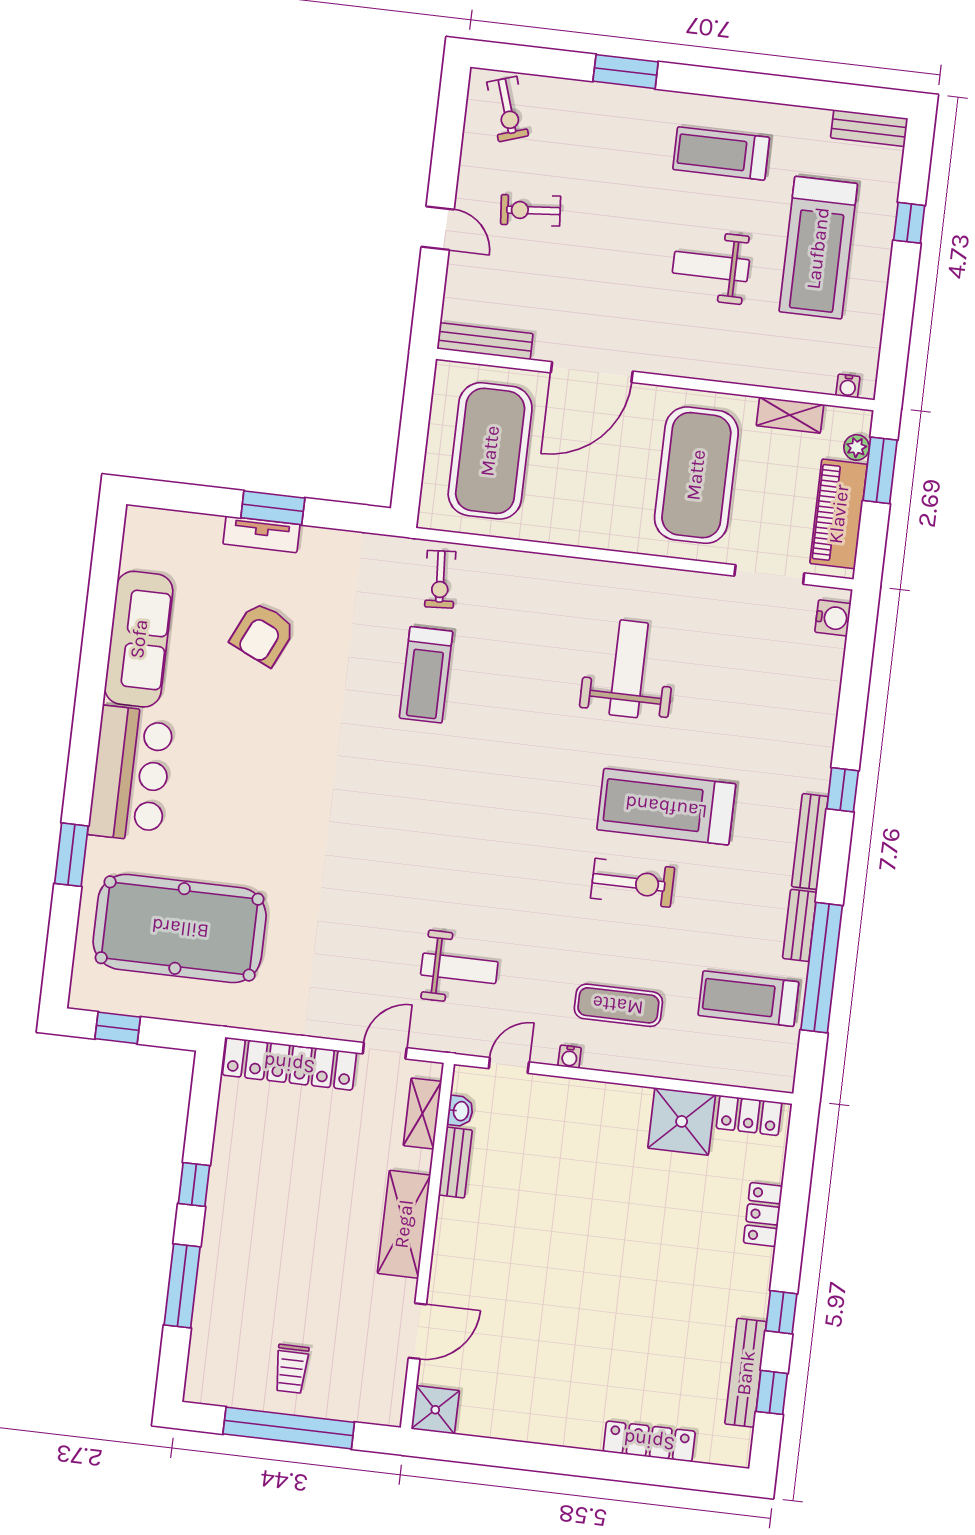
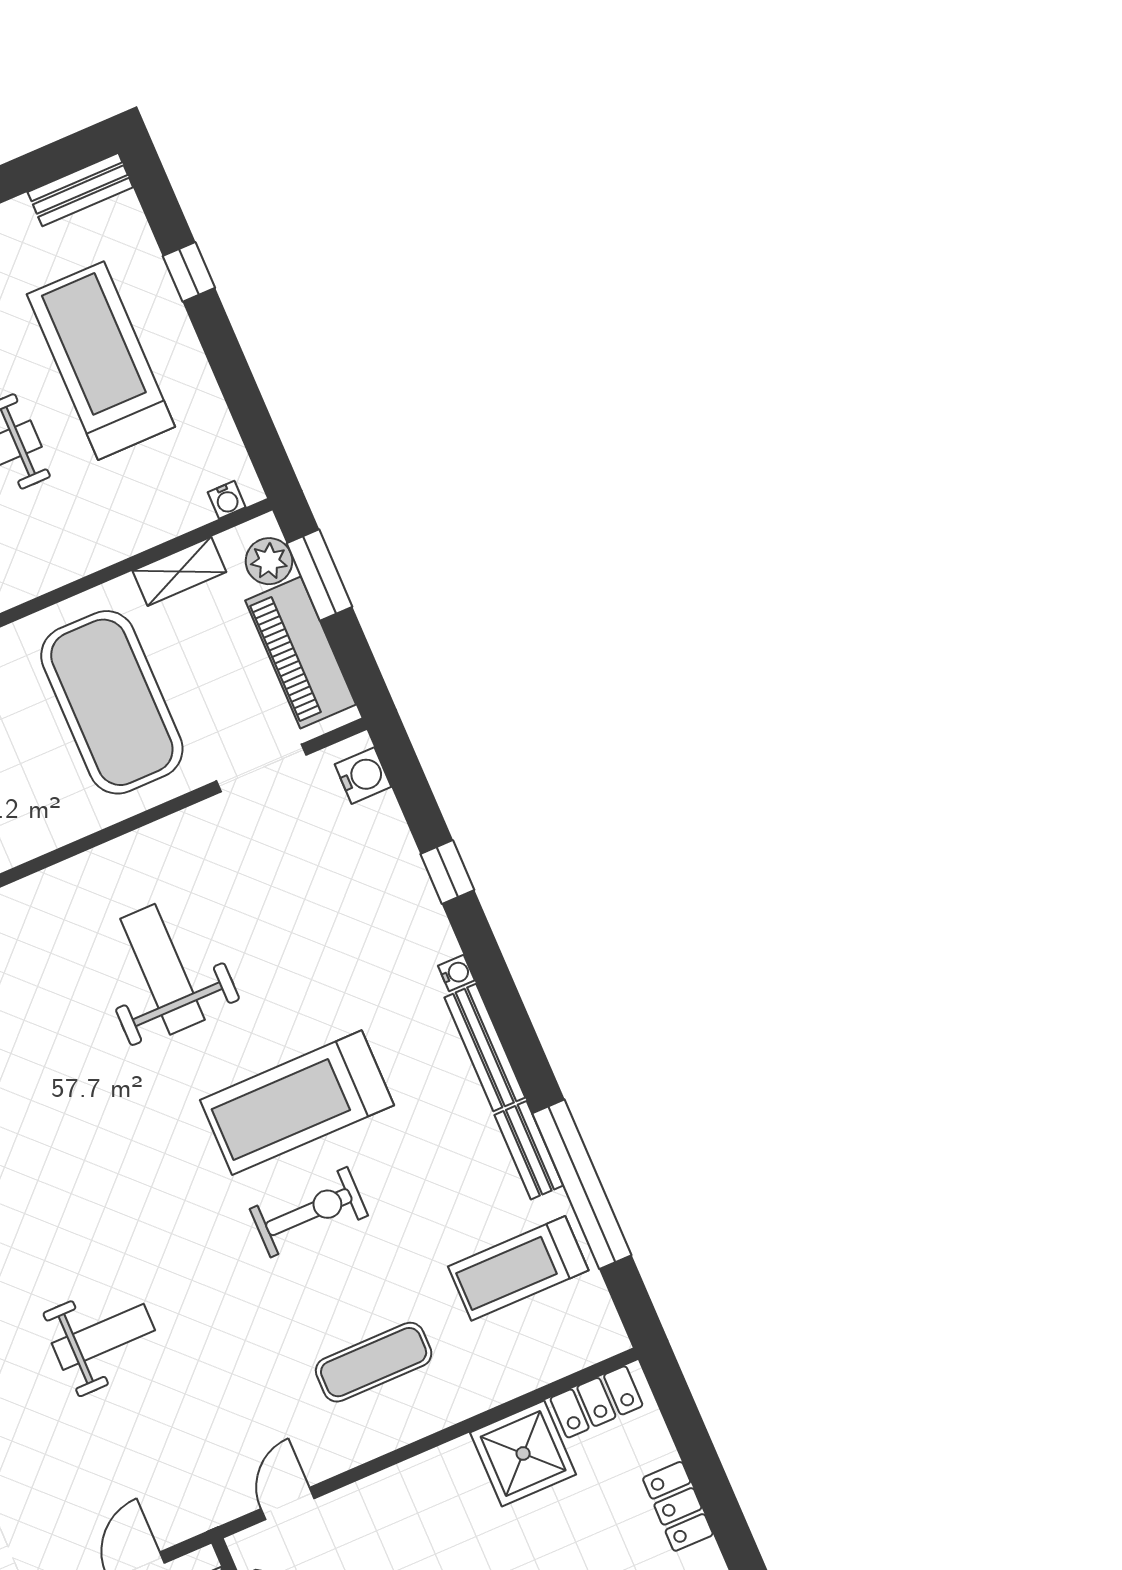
treadmill: (818, 248) -> (101, 361), turned 180
plant: (857, 447) -> (269, 561), width x1.38, depth x1.38
window: (843, 790) -> (447, 872), moved
weight bench: (459, 968) -> (103, 1337), moved
water cooler: (570, 1057) -> (456, 973), moved, turned -90

